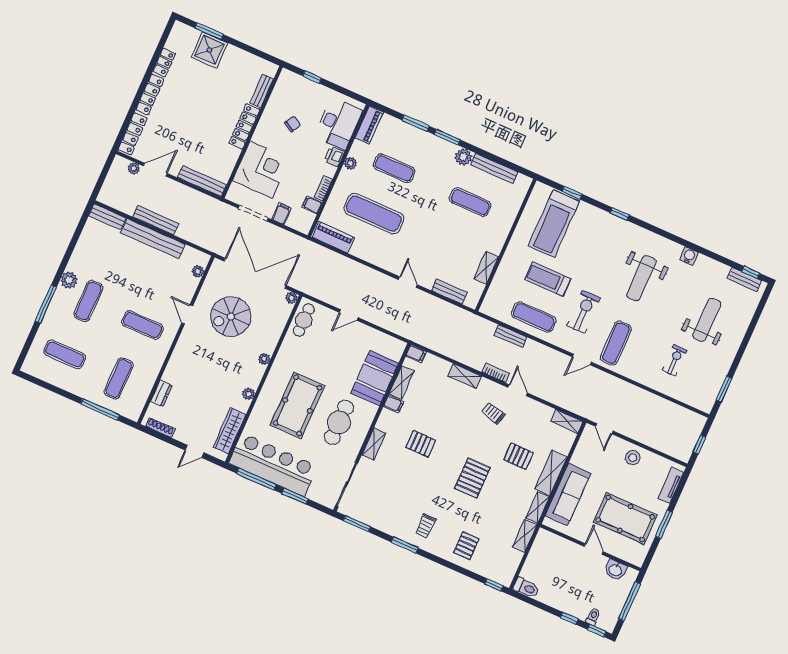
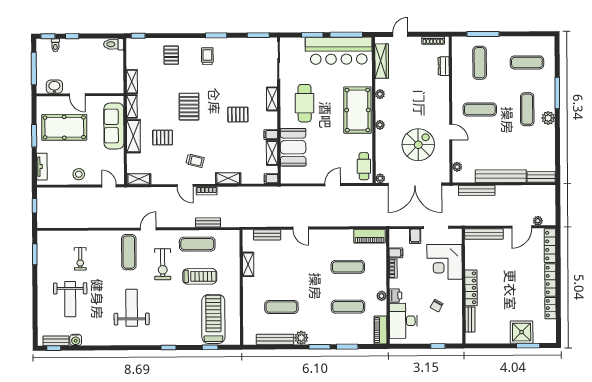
exercise mat: (374, 214) -> (348, 267), width x0.73, depth x0.69
bench: (156, 220) -> (477, 190), moved
water cooler: (689, 256) -> (76, 340), moved
pool table: (298, 405) -> (357, 110), moved

